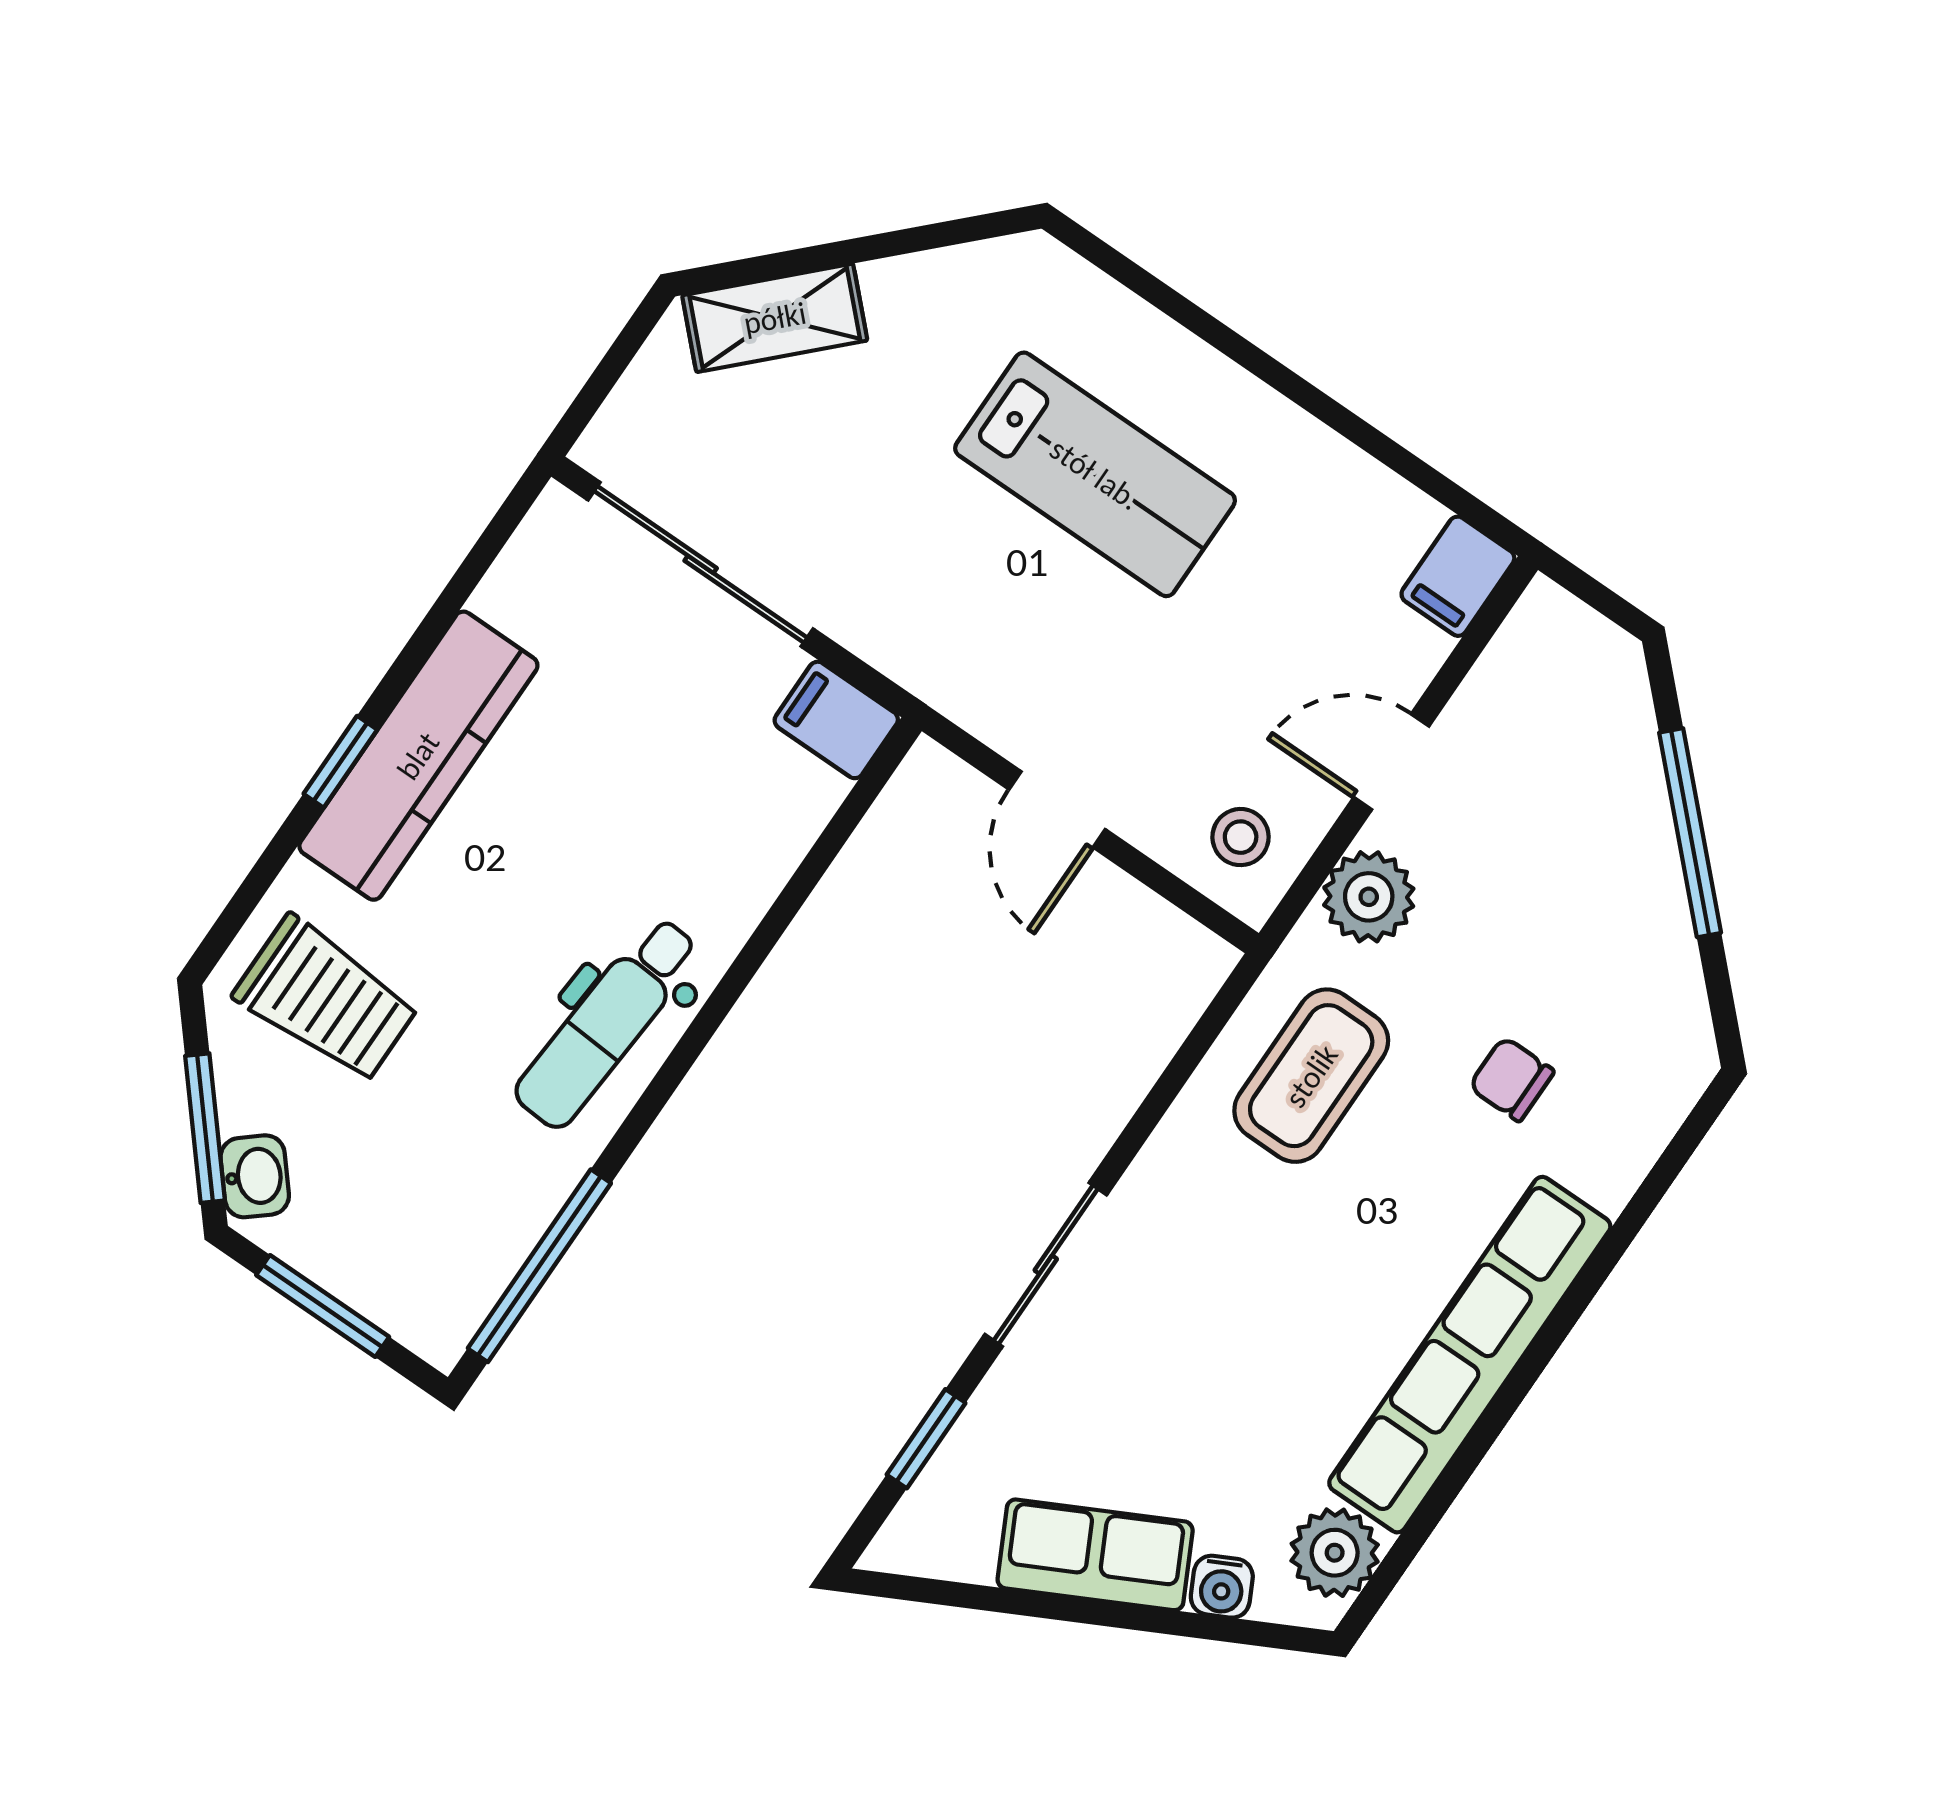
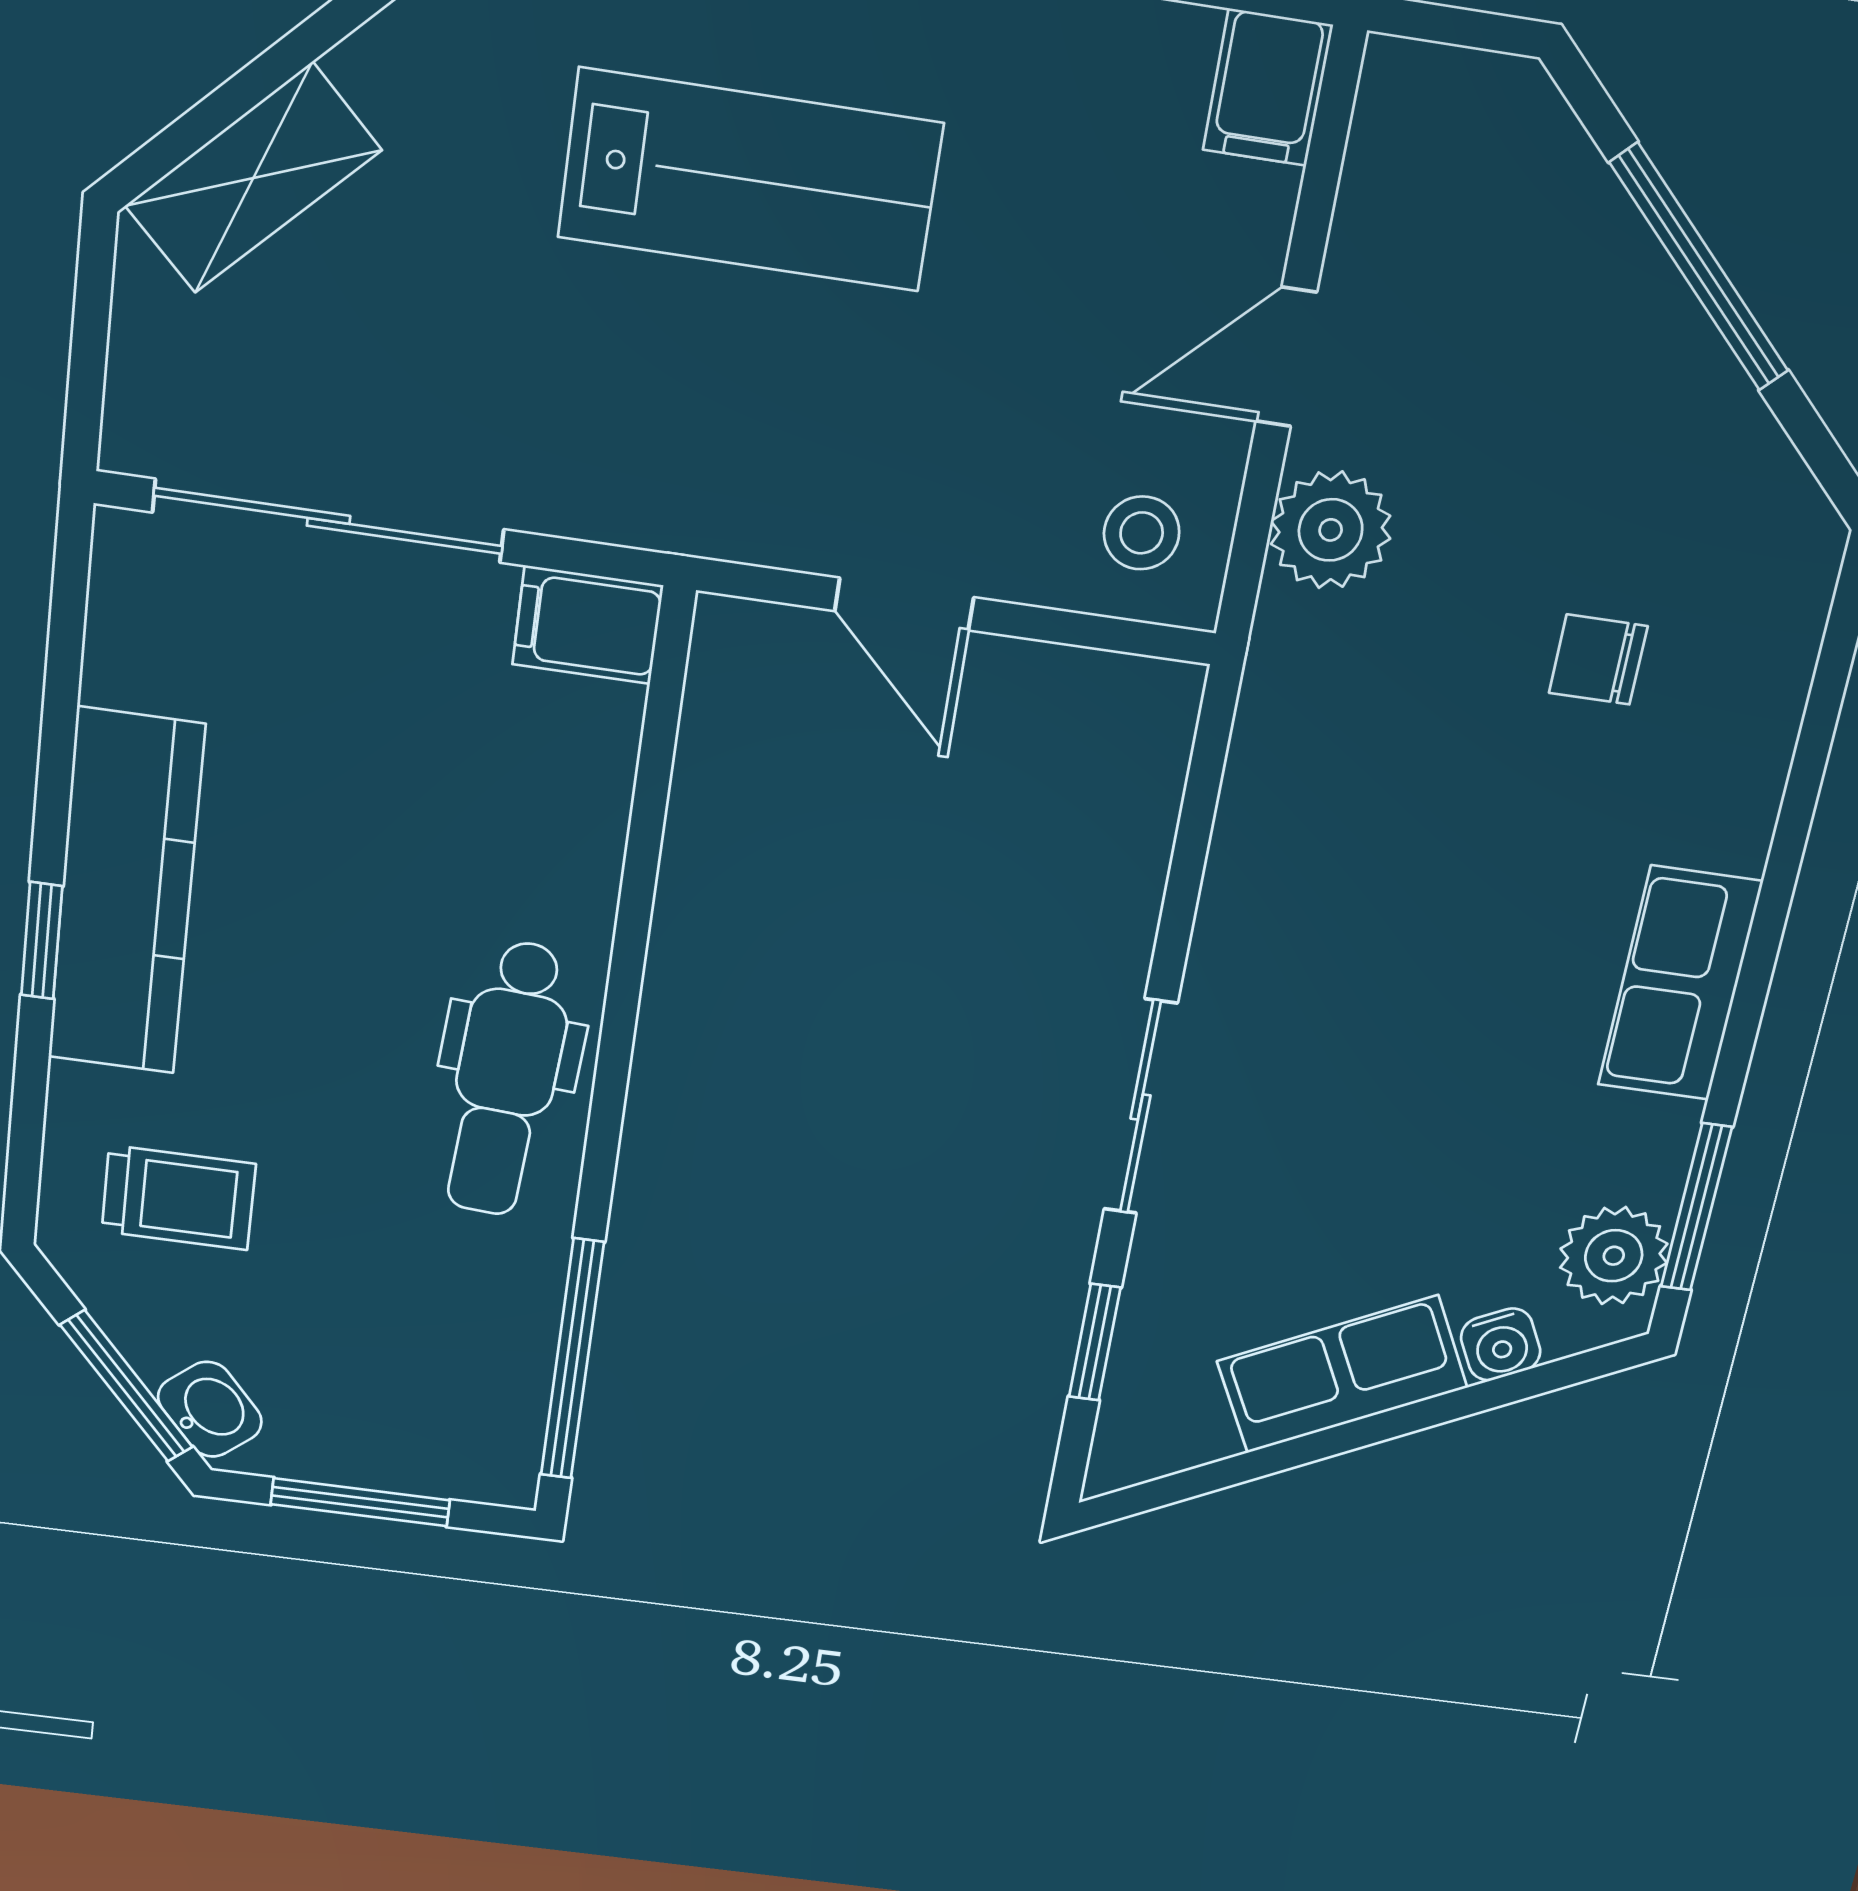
trolley: (326, 1000) -> (179, 1198), width x0.73, depth x0.72
coffee table: (1311, 1076) -> (1354, 765), removed
row of seats: (1470, 1355) -> (1680, 984), width x0.50
window: (1411, 1542) -> (1696, 1207), added

